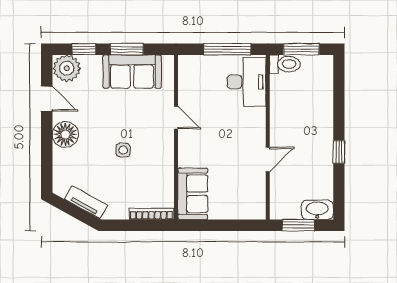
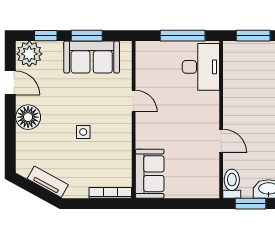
toilet: (285, 64) -> (232, 184), moved, turned -90
door: (268, 159) -> (221, 141), hinge flipped

